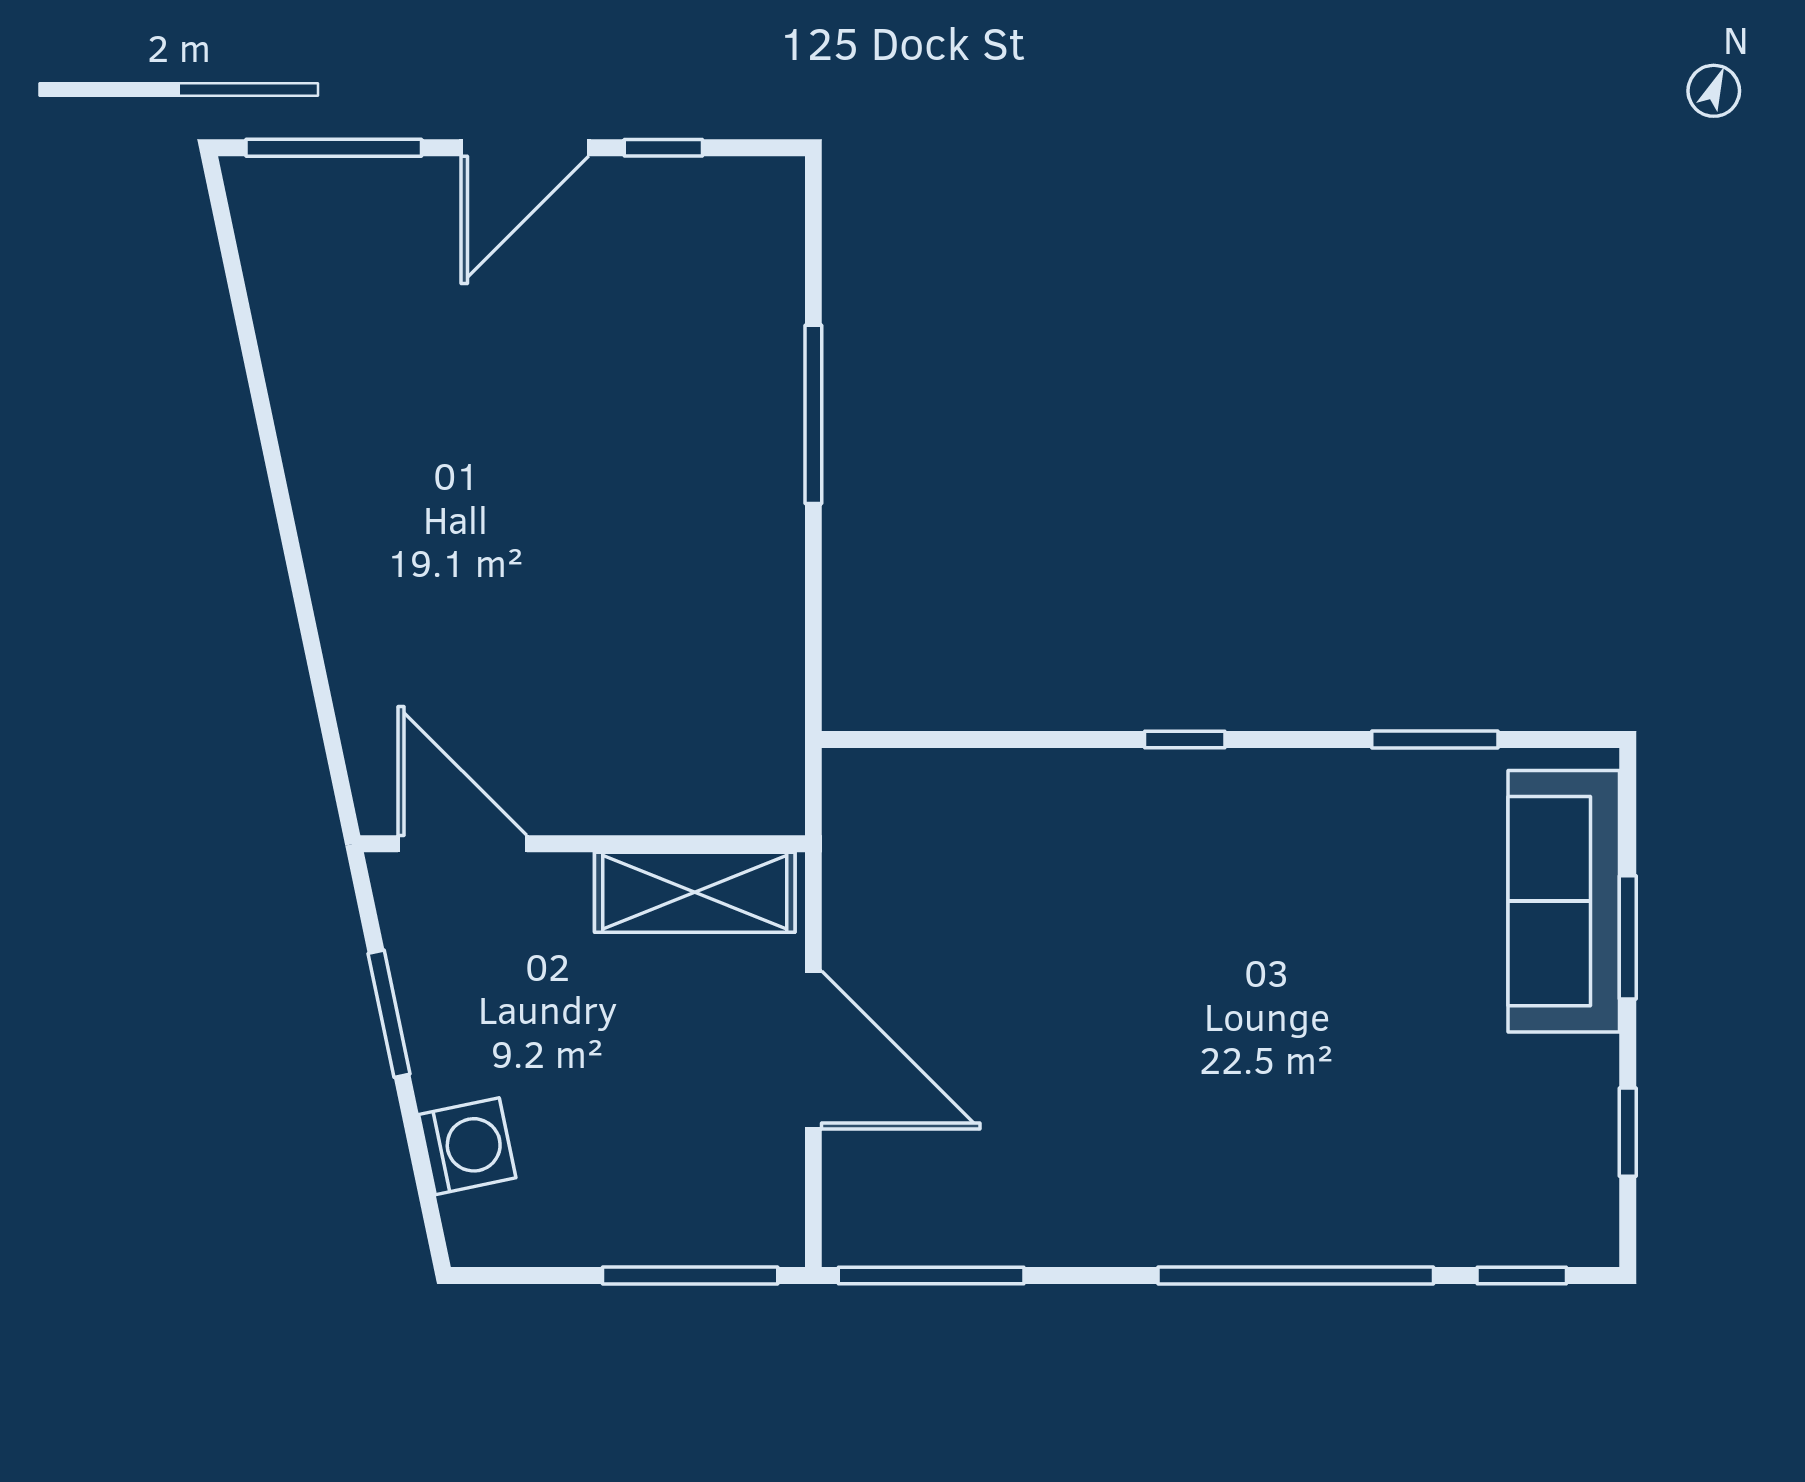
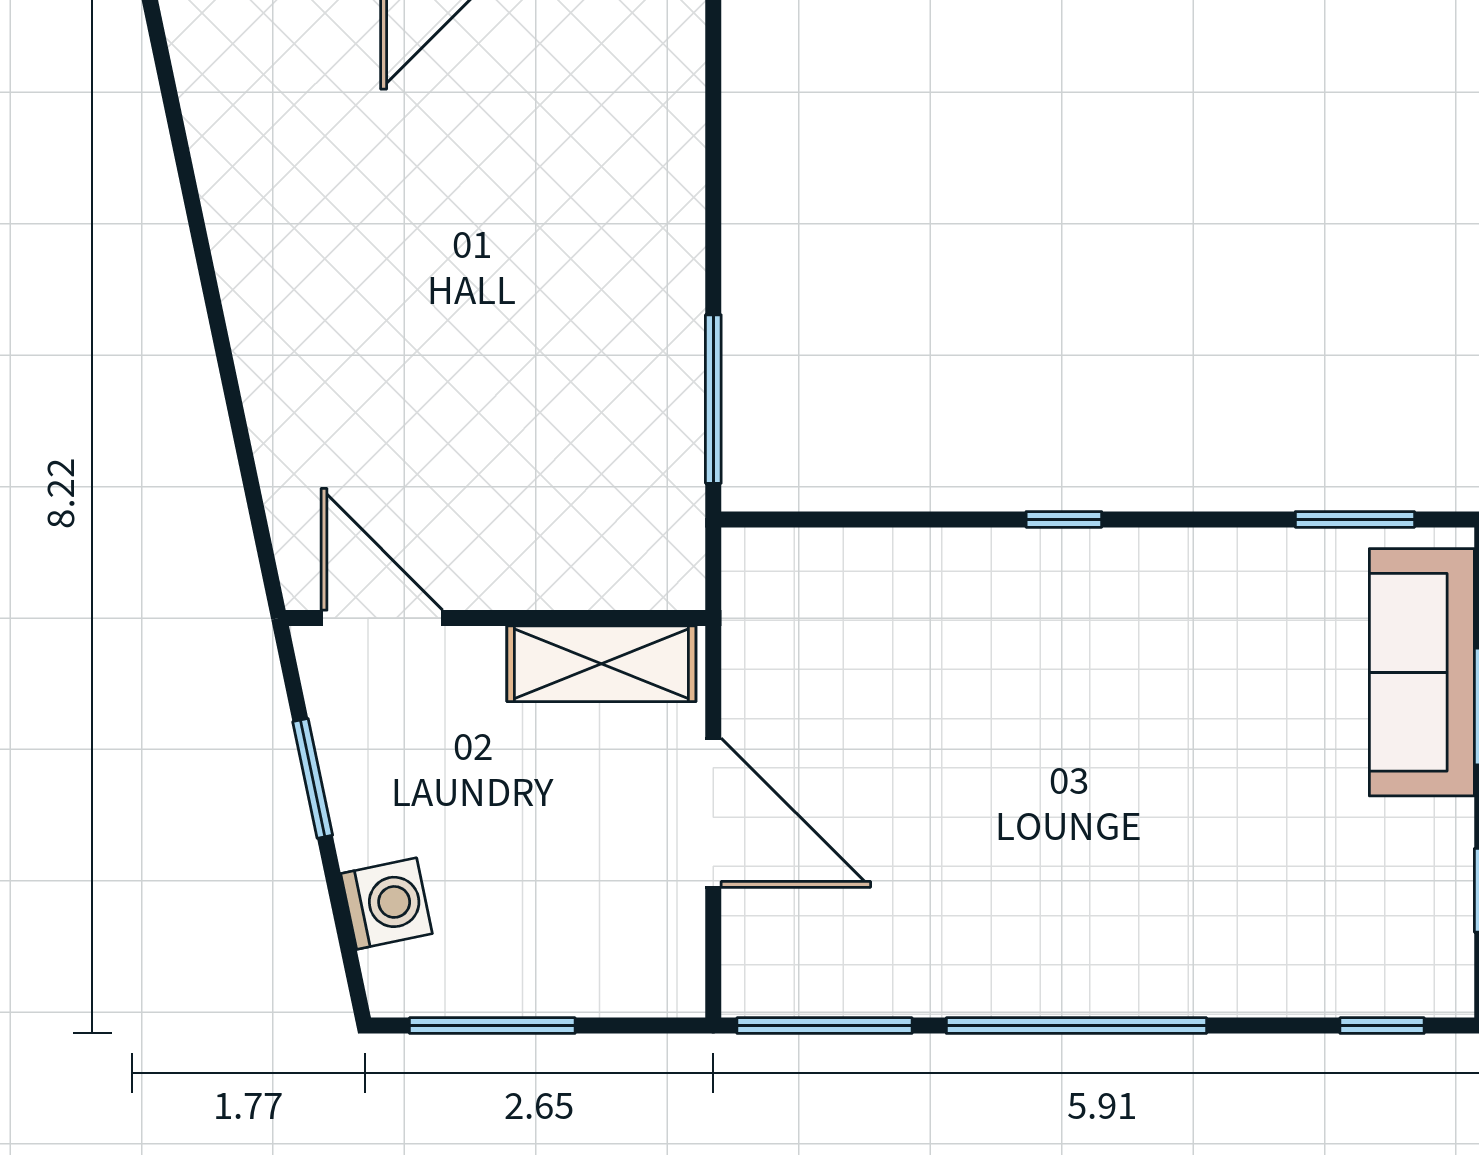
window: (813, 414) -> (713, 399), moved
window: (1435, 739) -> (1355, 519), moved
window: (690, 1275) -> (492, 1026), moved
window: (1296, 1275) -> (1076, 1026), moved

